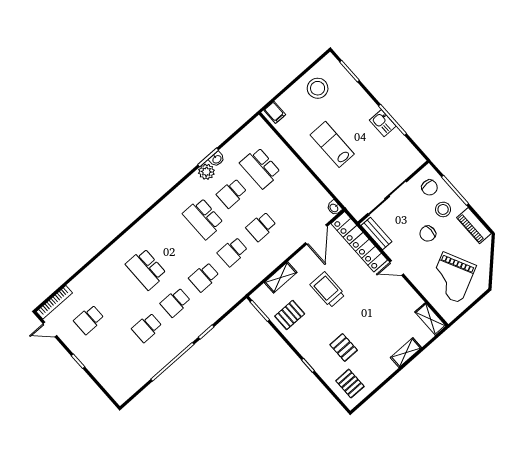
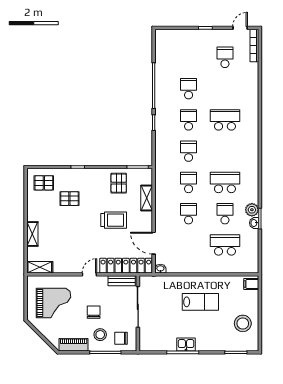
grand piano: (452, 278) -> (53, 303), turned 116

